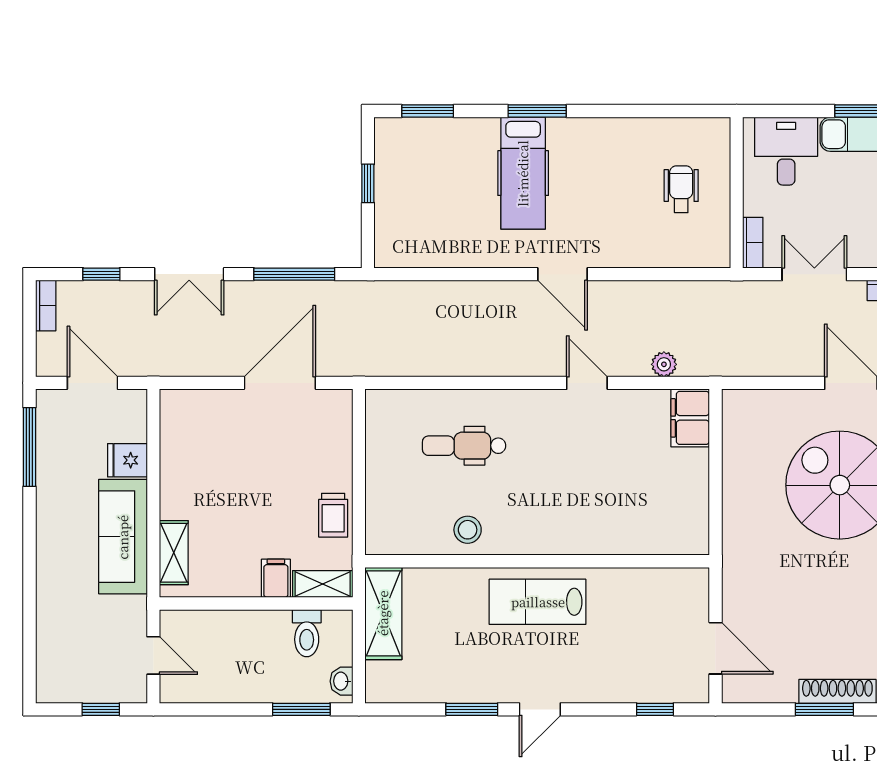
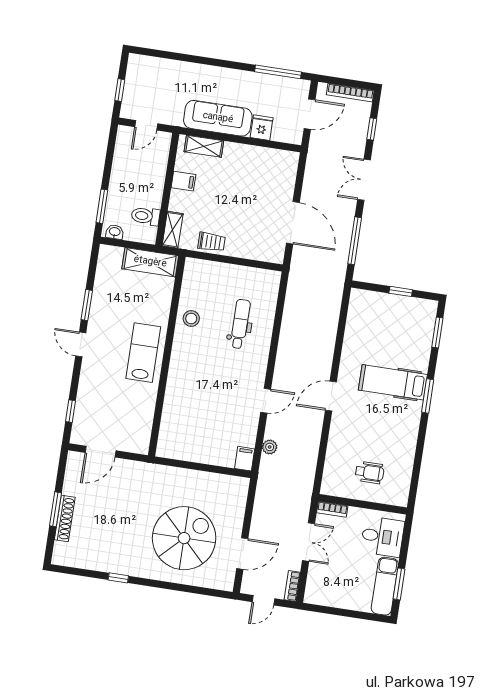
bookcase: (46, 306) -> (350, 93), width x1.56
filing cabinet: (690, 418) -> (245, 459), width x0.50
trolley: (333, 515) -> (212, 242), turned 180
filing cabinet: (276, 578) -> (183, 181), moved

